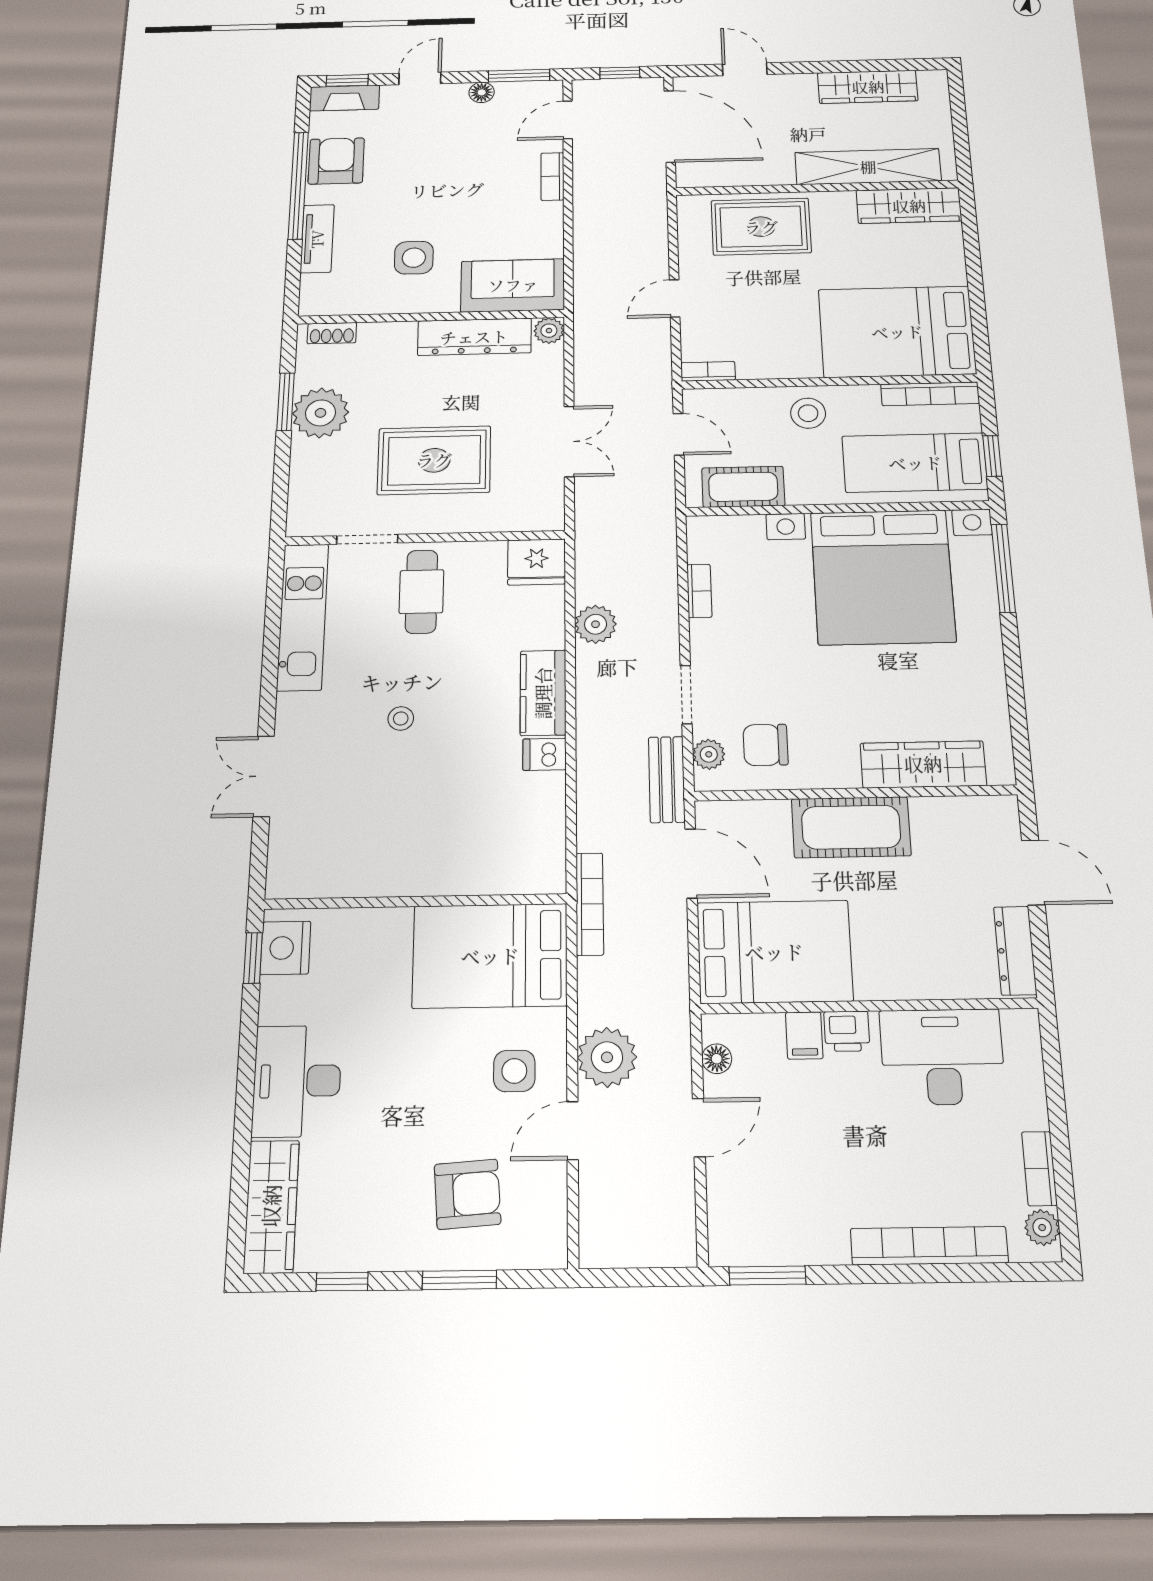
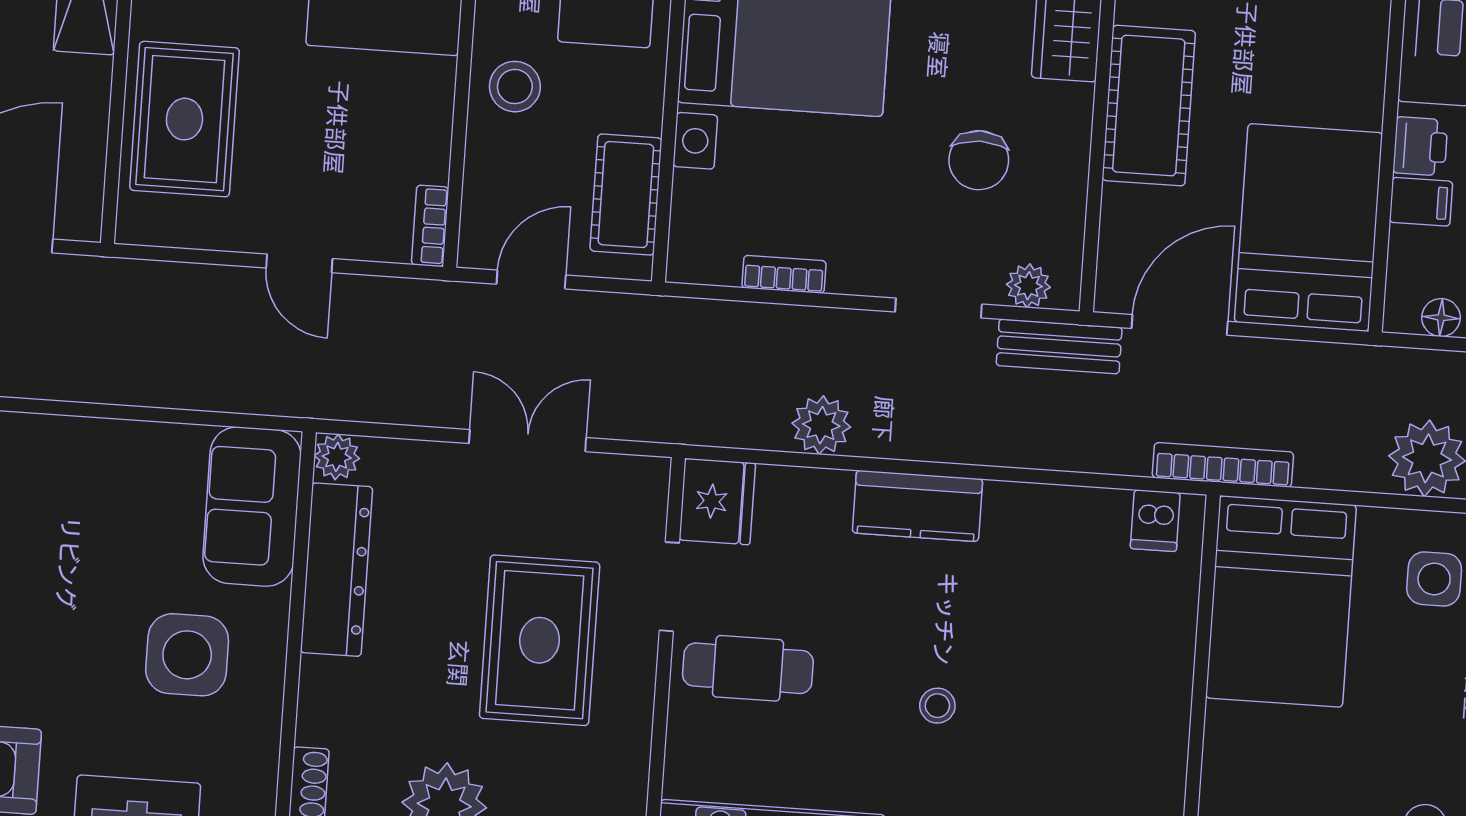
bookcase: (552, 176) -> (60, 432), removed
side table: (414, 258) -> (187, 655), width x1.37, depth x1.37
doorway: (367, 539) -> (669, 587), moved
chair: (766, 745) -> (979, 160), moved
dishwasher: (544, 754) -> (1155, 521), moved

